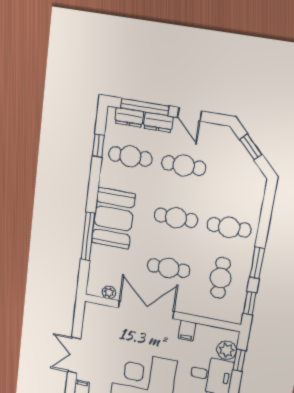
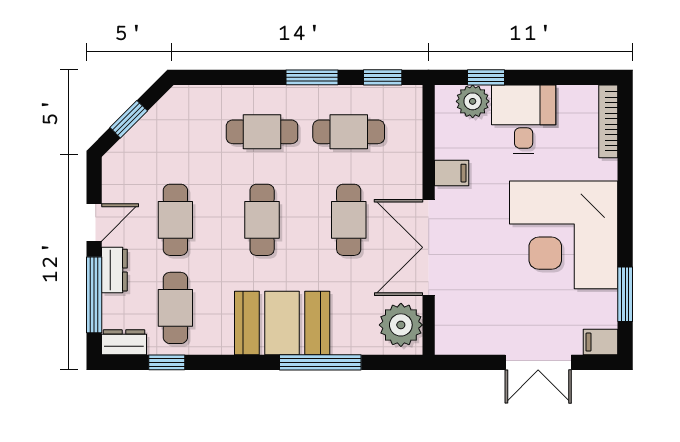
dresser: (129, 117) -> (124, 342), moved, turned -90
cafe table: (229, 227) -> (262, 132), turned 90
plant: (109, 292) -> (401, 325), width x1.87, depth x1.87

